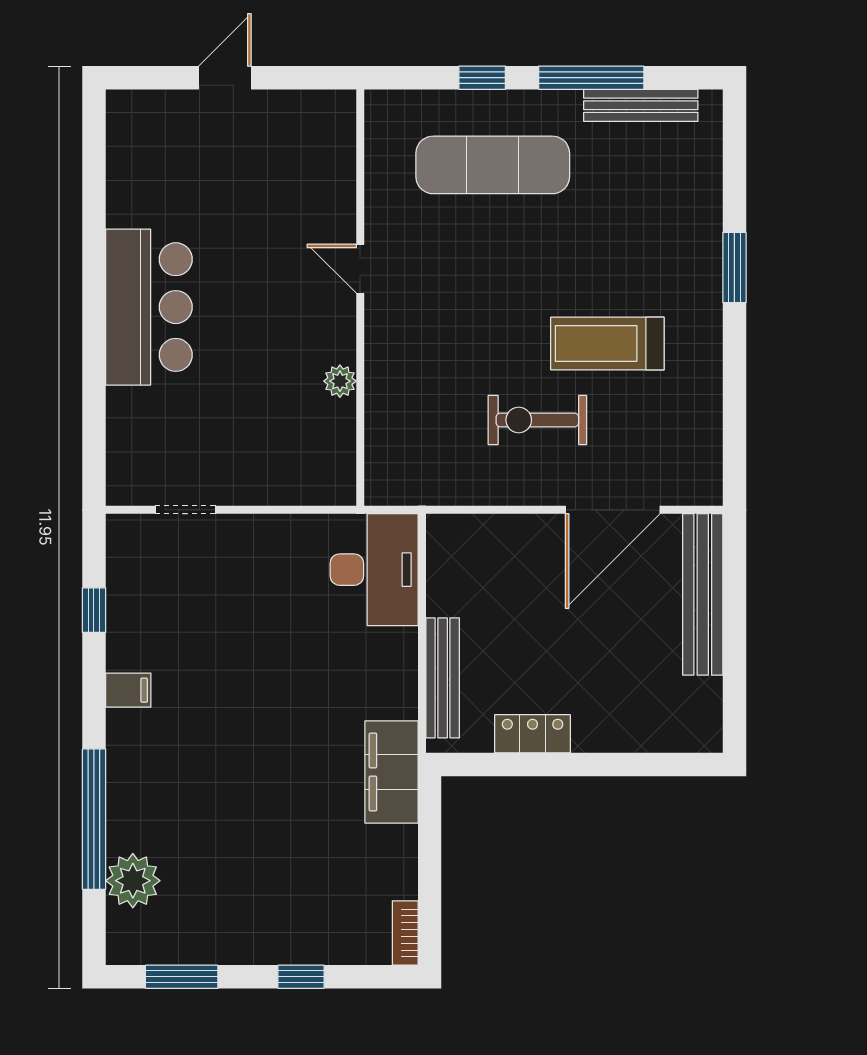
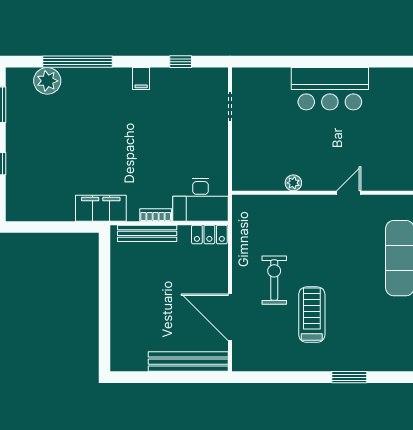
locker: (533, 734) -> (209, 235), moved, turned 90
bookcase: (405, 933) -> (156, 215), moved

